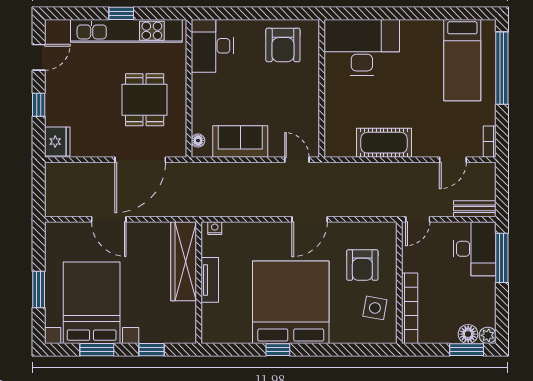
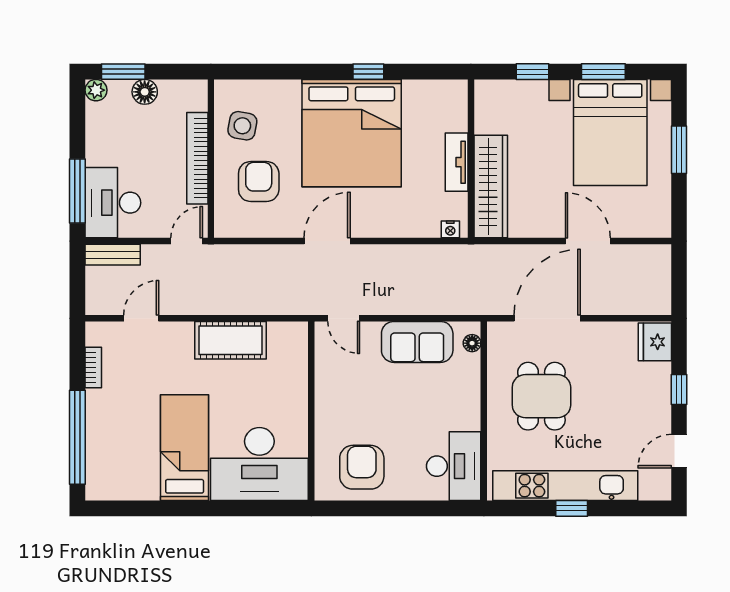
bed: (462, 60) -> (185, 448), moved
bookcase: (490, 142) -> (93, 367), moved
bookcase: (410, 308) -> (197, 158), moved
floor lamp: (468, 334) -> (145, 92), moved

